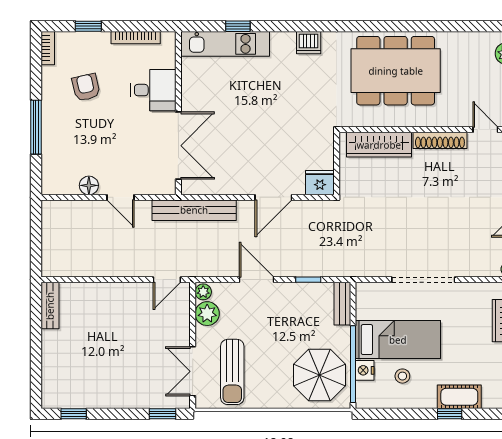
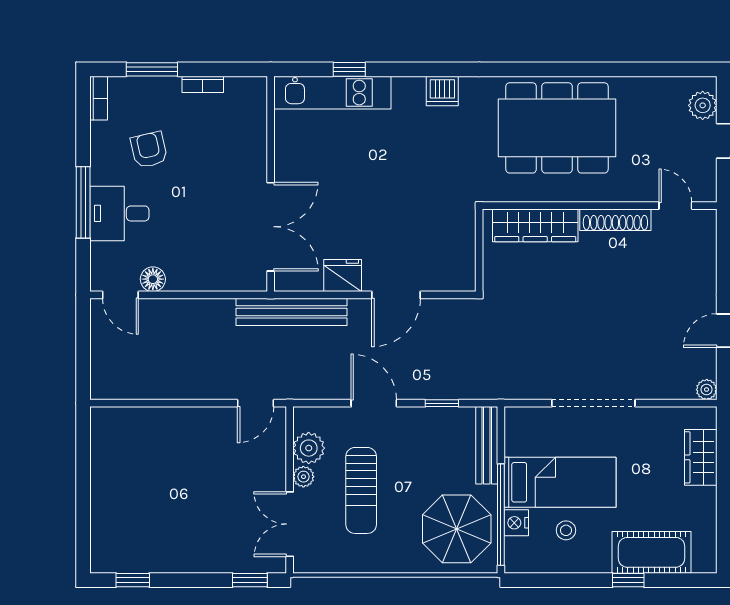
window: (88, 26) -> (152, 69), width x1.50
bookcase: (136, 38) -> (203, 84), width x0.64
desk: (153, 90) -> (119, 213), moved, turned 180
fridge: (320, 183) -> (343, 276), moved
door: (120, 197) -> (120, 295), moved
plant: (203, 292) -> (303, 477), moved
bench: (342, 304) -> (487, 445), width x1.36
bench: (50, 306) -> (102, 437), removed
sun lounger: (232, 372) -> (361, 490), moved
cot: (459, 397) -> (651, 552), width x1.37, depth x1.34

